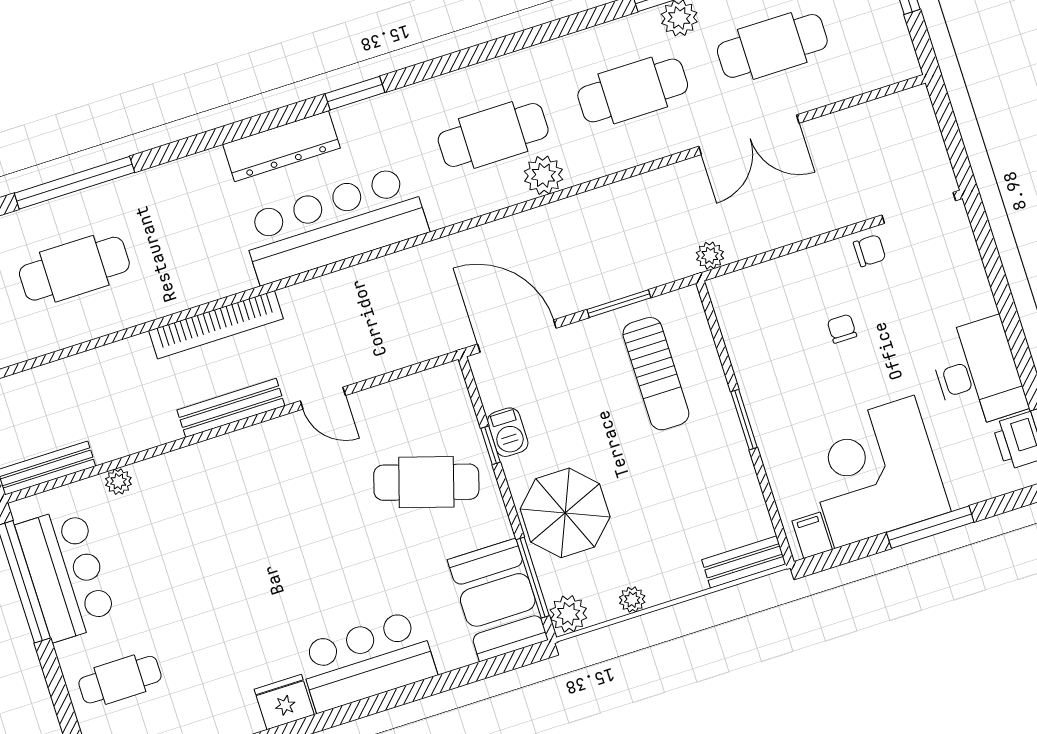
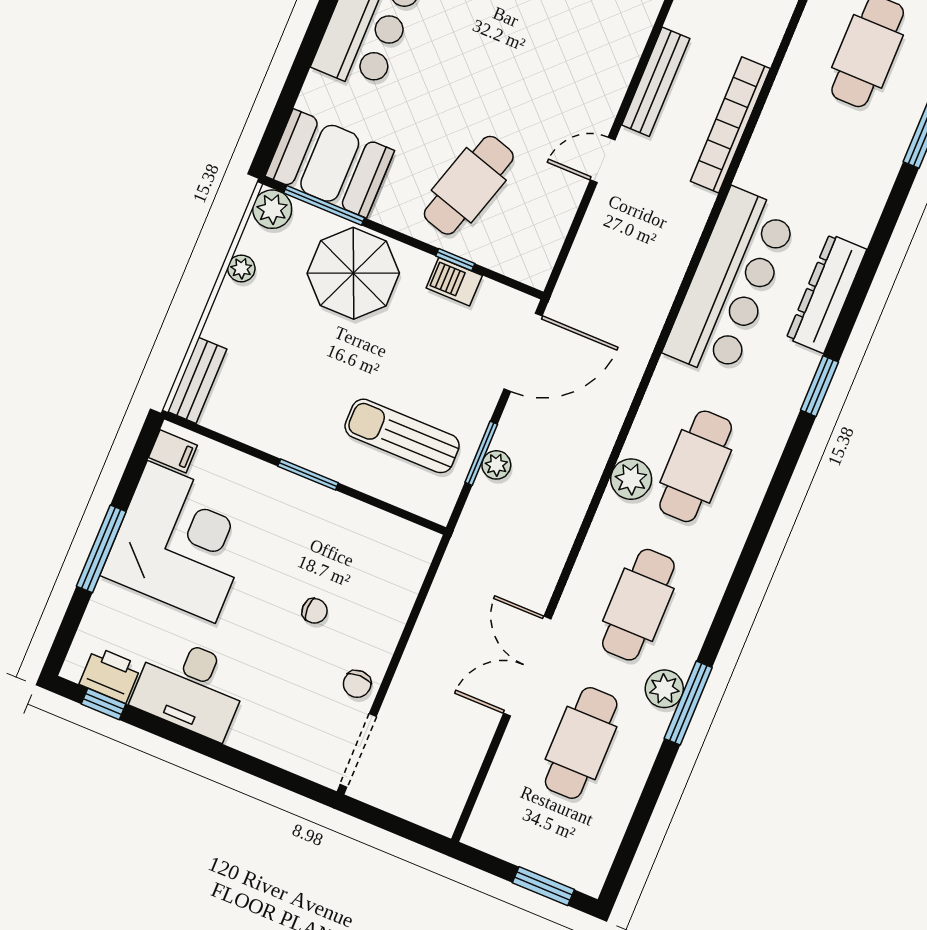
plant: (710, 256) -> (496, 465), moved

